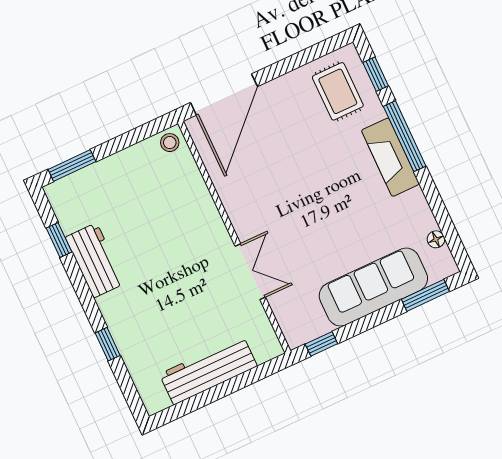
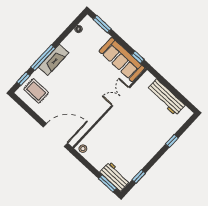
rug: (338, 91) -> (36, 91), turned 90
workbench: (95, 260) -> (115, 177), moved, turned 90
sofa: (373, 287) -> (122, 60), moved

